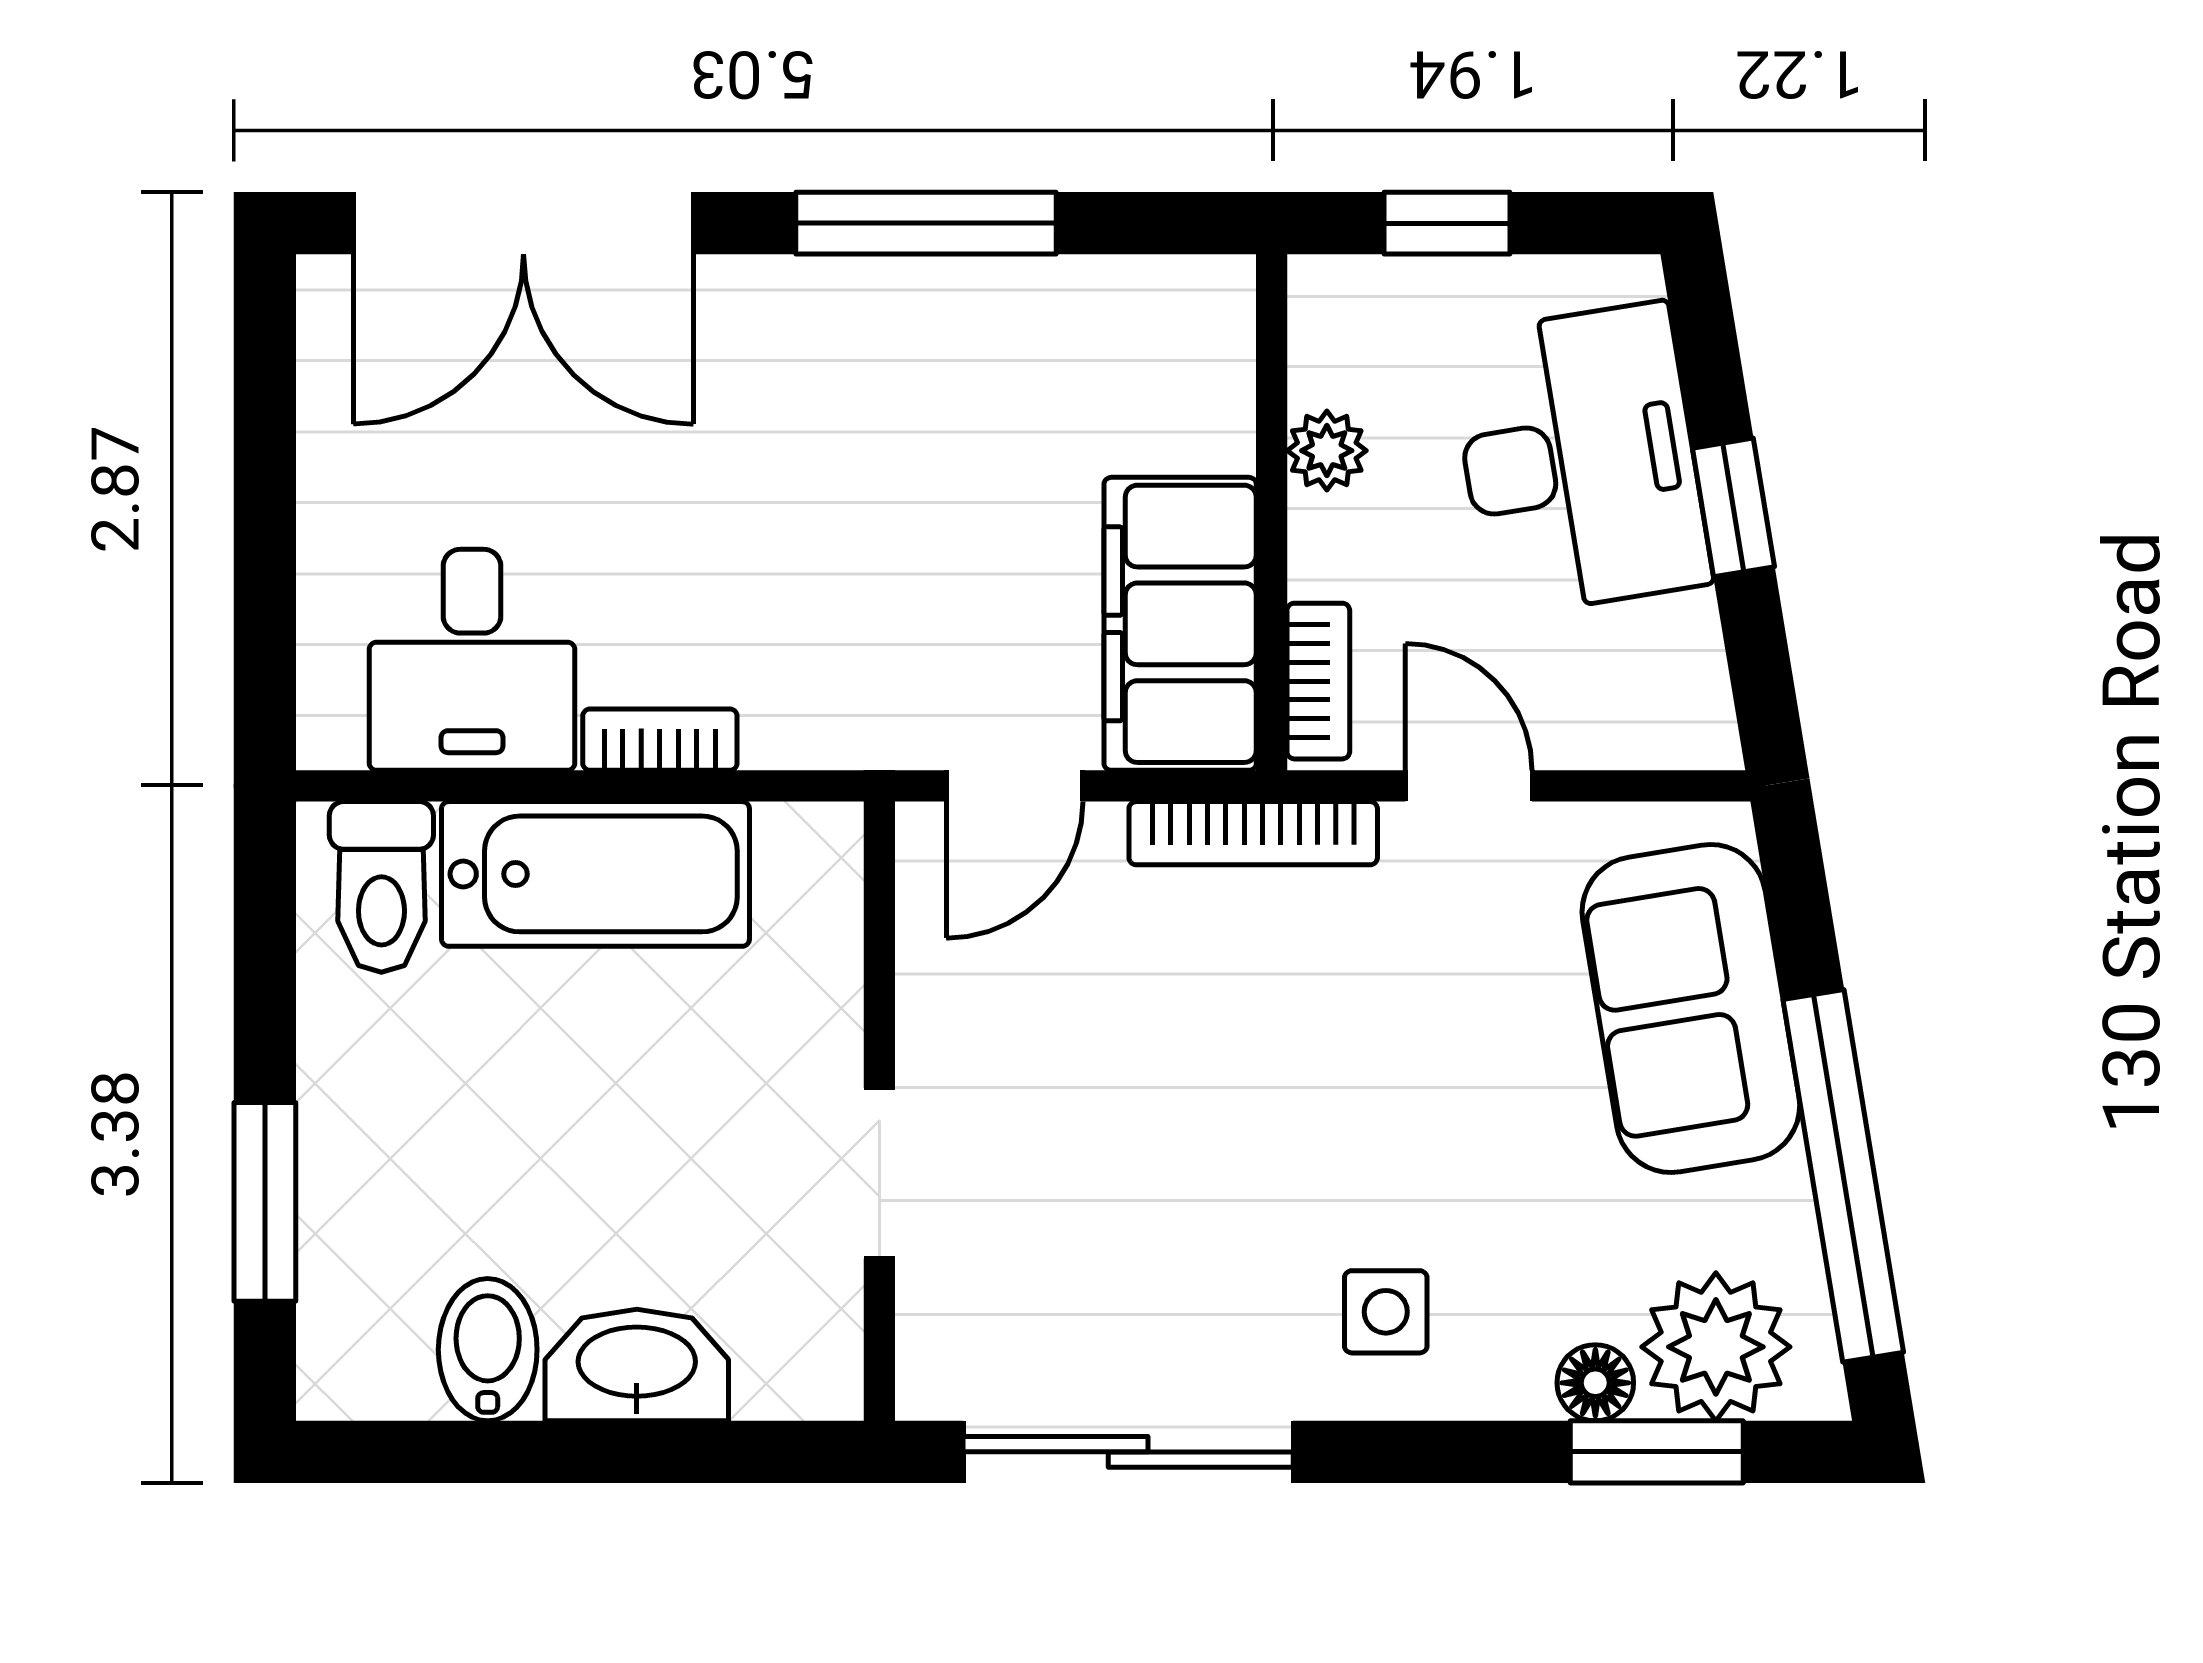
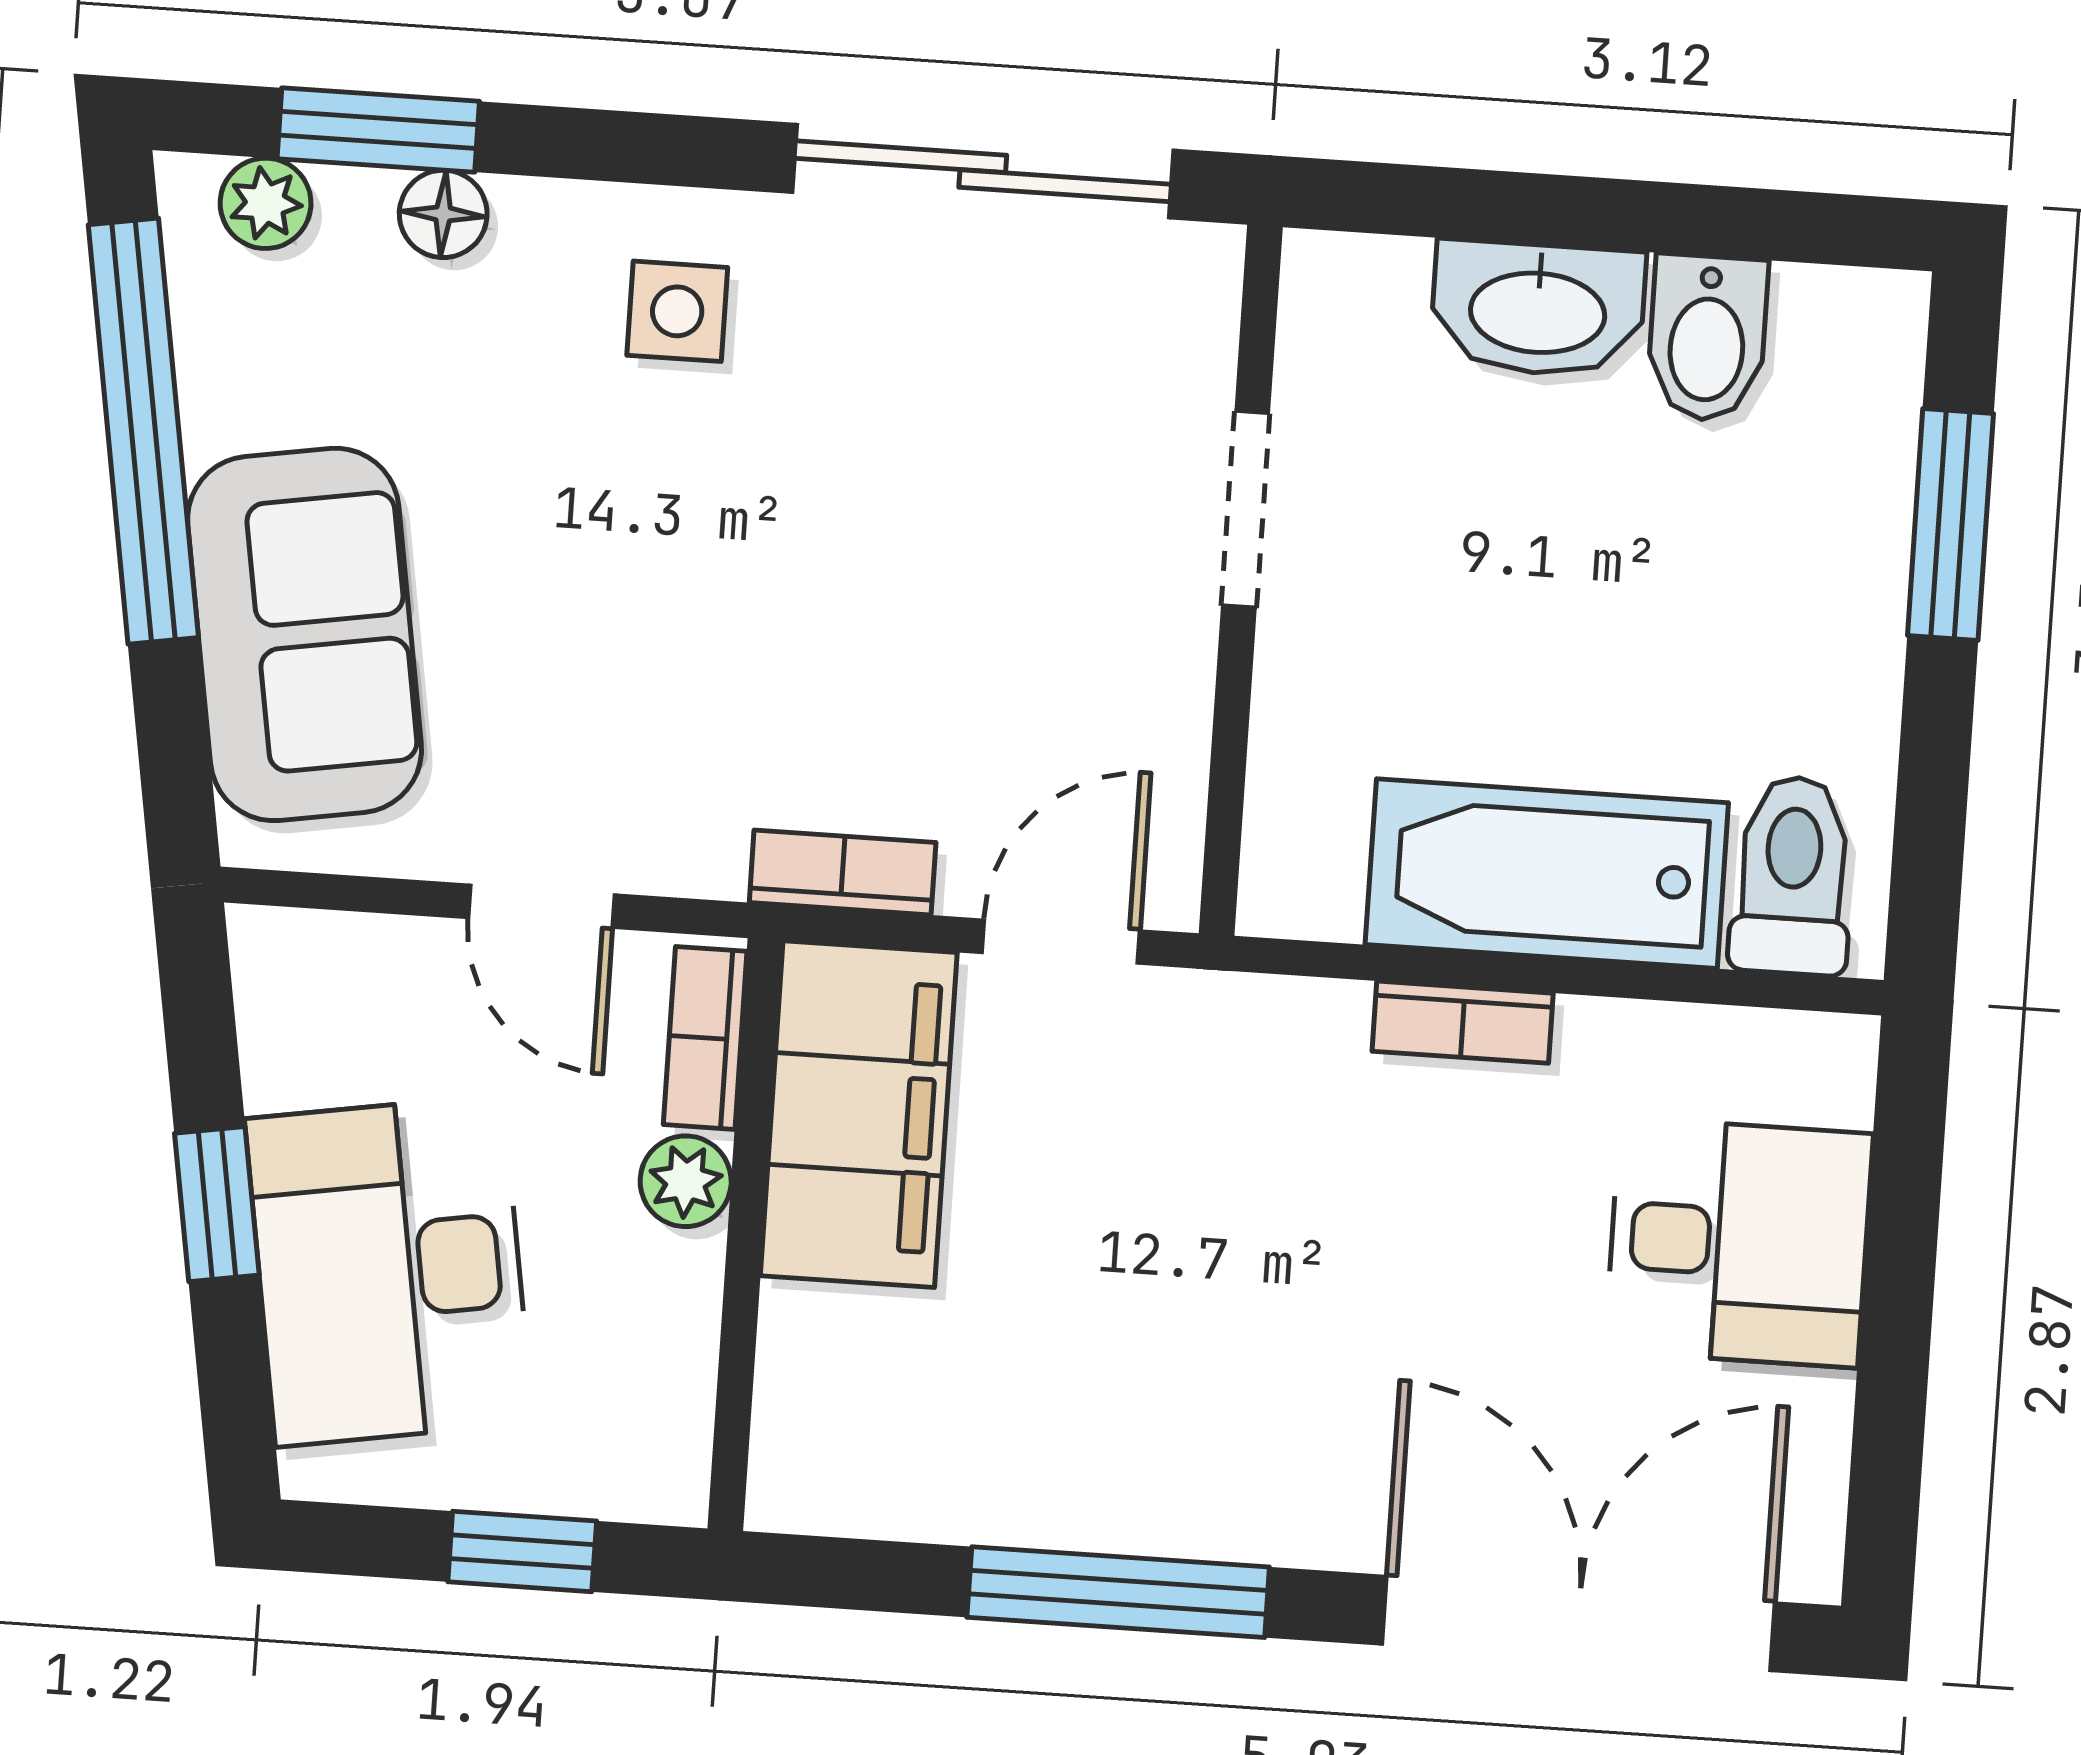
plant: (1327, 451) -> (686, 1181), moved
desk: (472, 660) -> (1739, 1242), moved, turned 90
bookcase: (1253, 833) -> (843, 872), width x0.64
plant: (1716, 1347) -> (266, 203), width x0.53, depth x0.53

